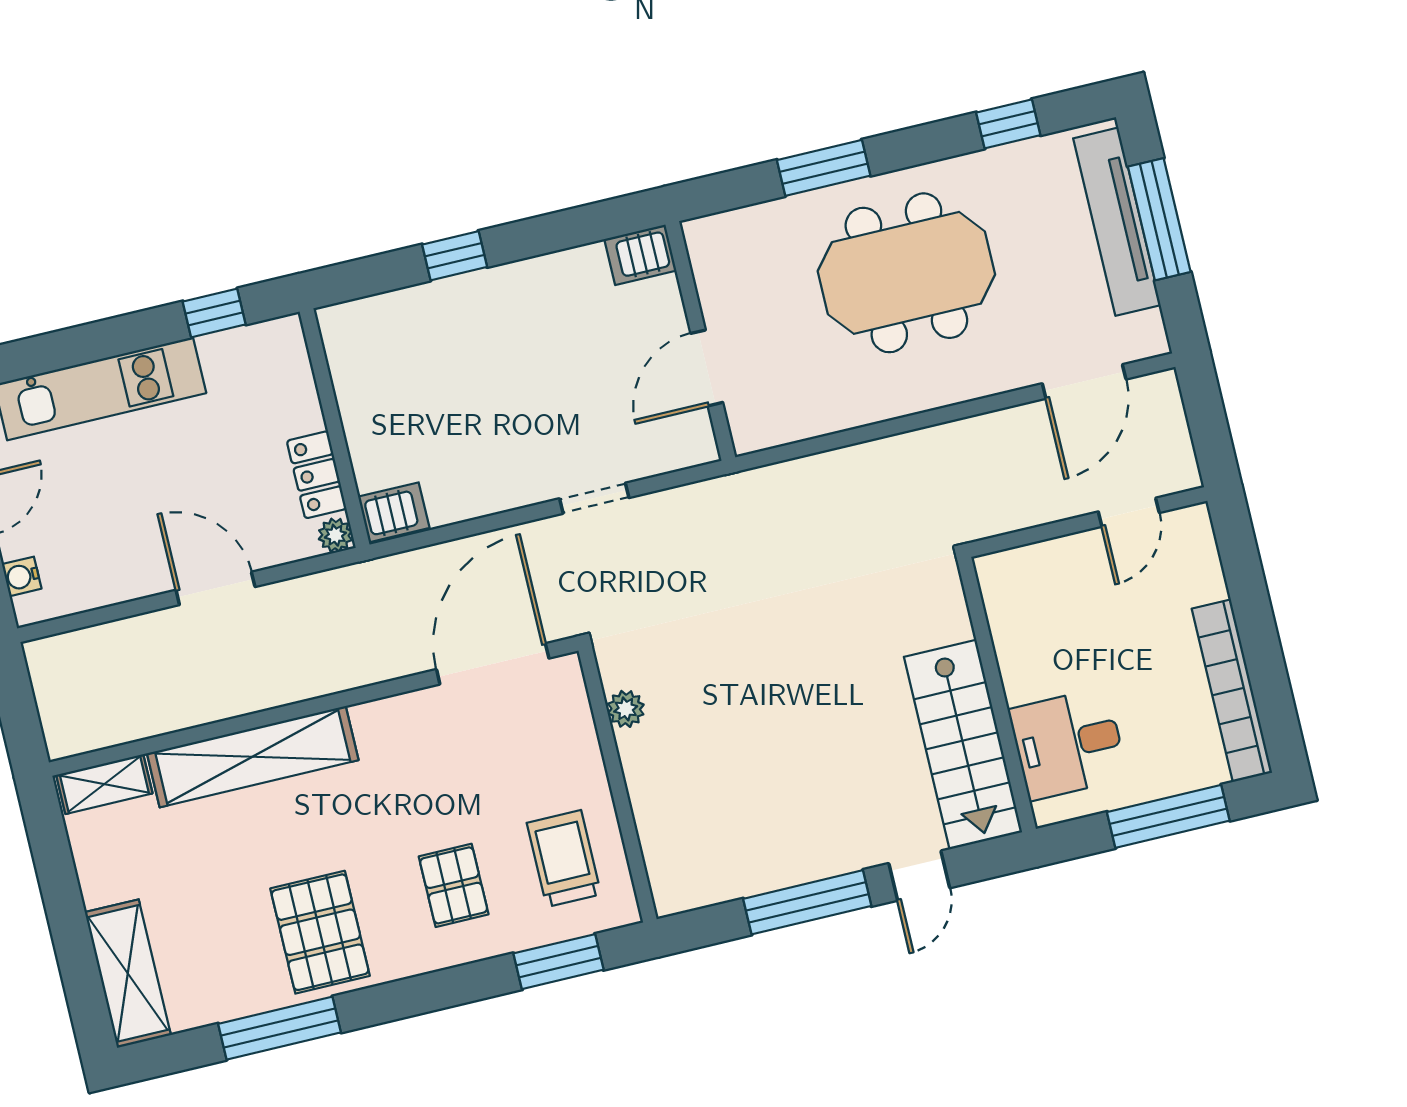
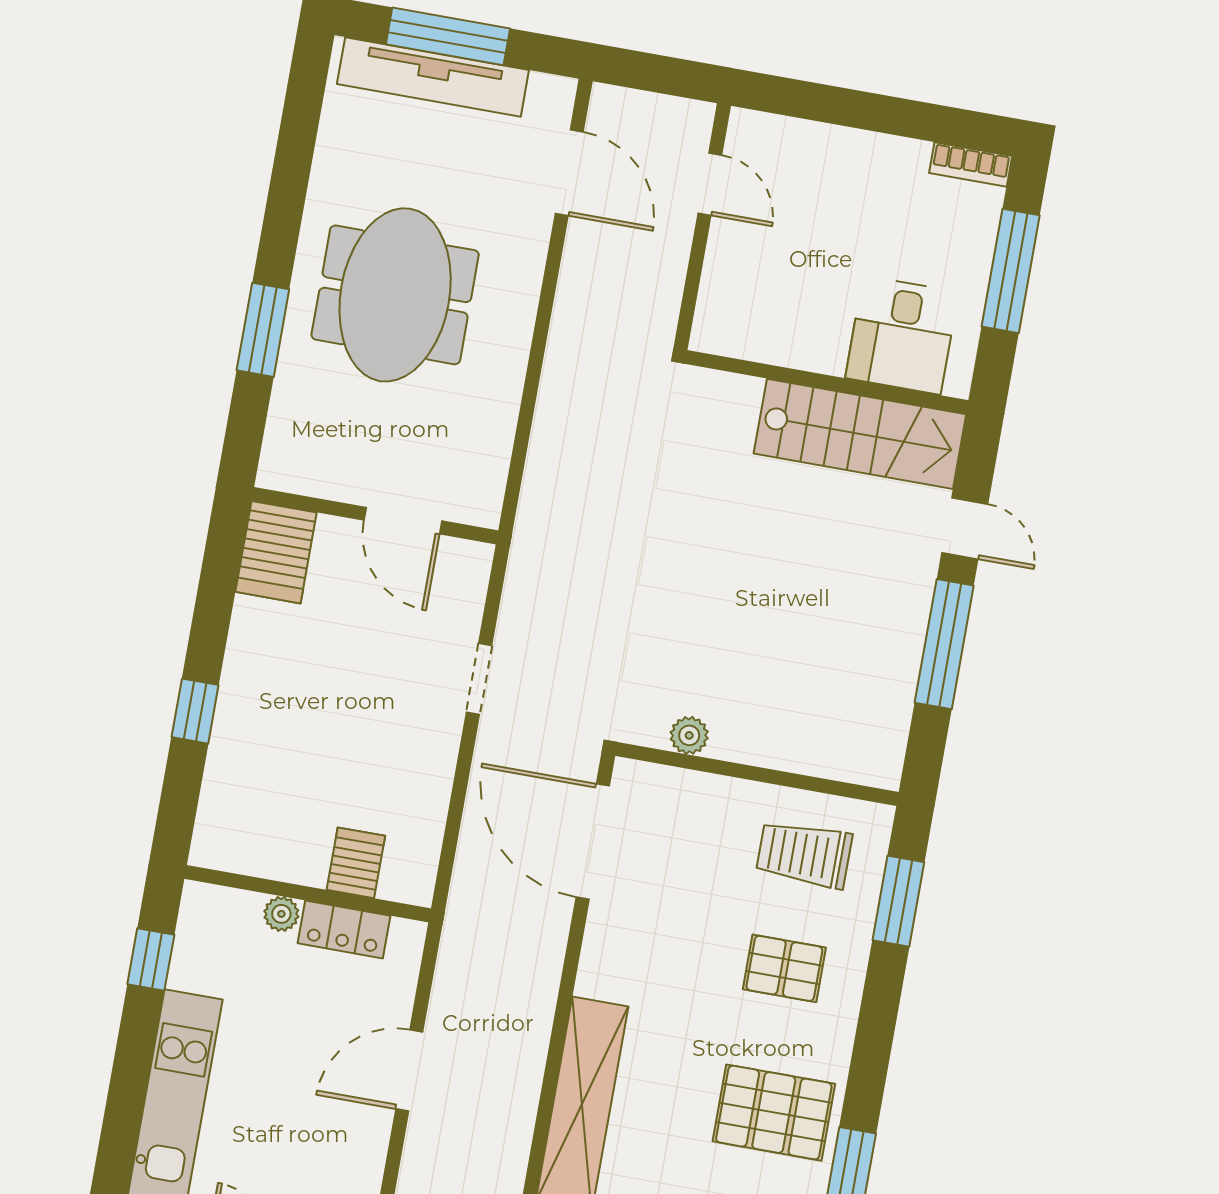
window: (1008, 124) -> (297, 139), removed
server rack: (640, 255) -> (276, 552), width x1.36, depth x1.44
server rack: (394, 512) -> (356, 863), moved
plant: (335, 535) -> (281, 914), moved
bookcase: (1232, 691) -> (971, 164), width x0.43, depth x0.76

